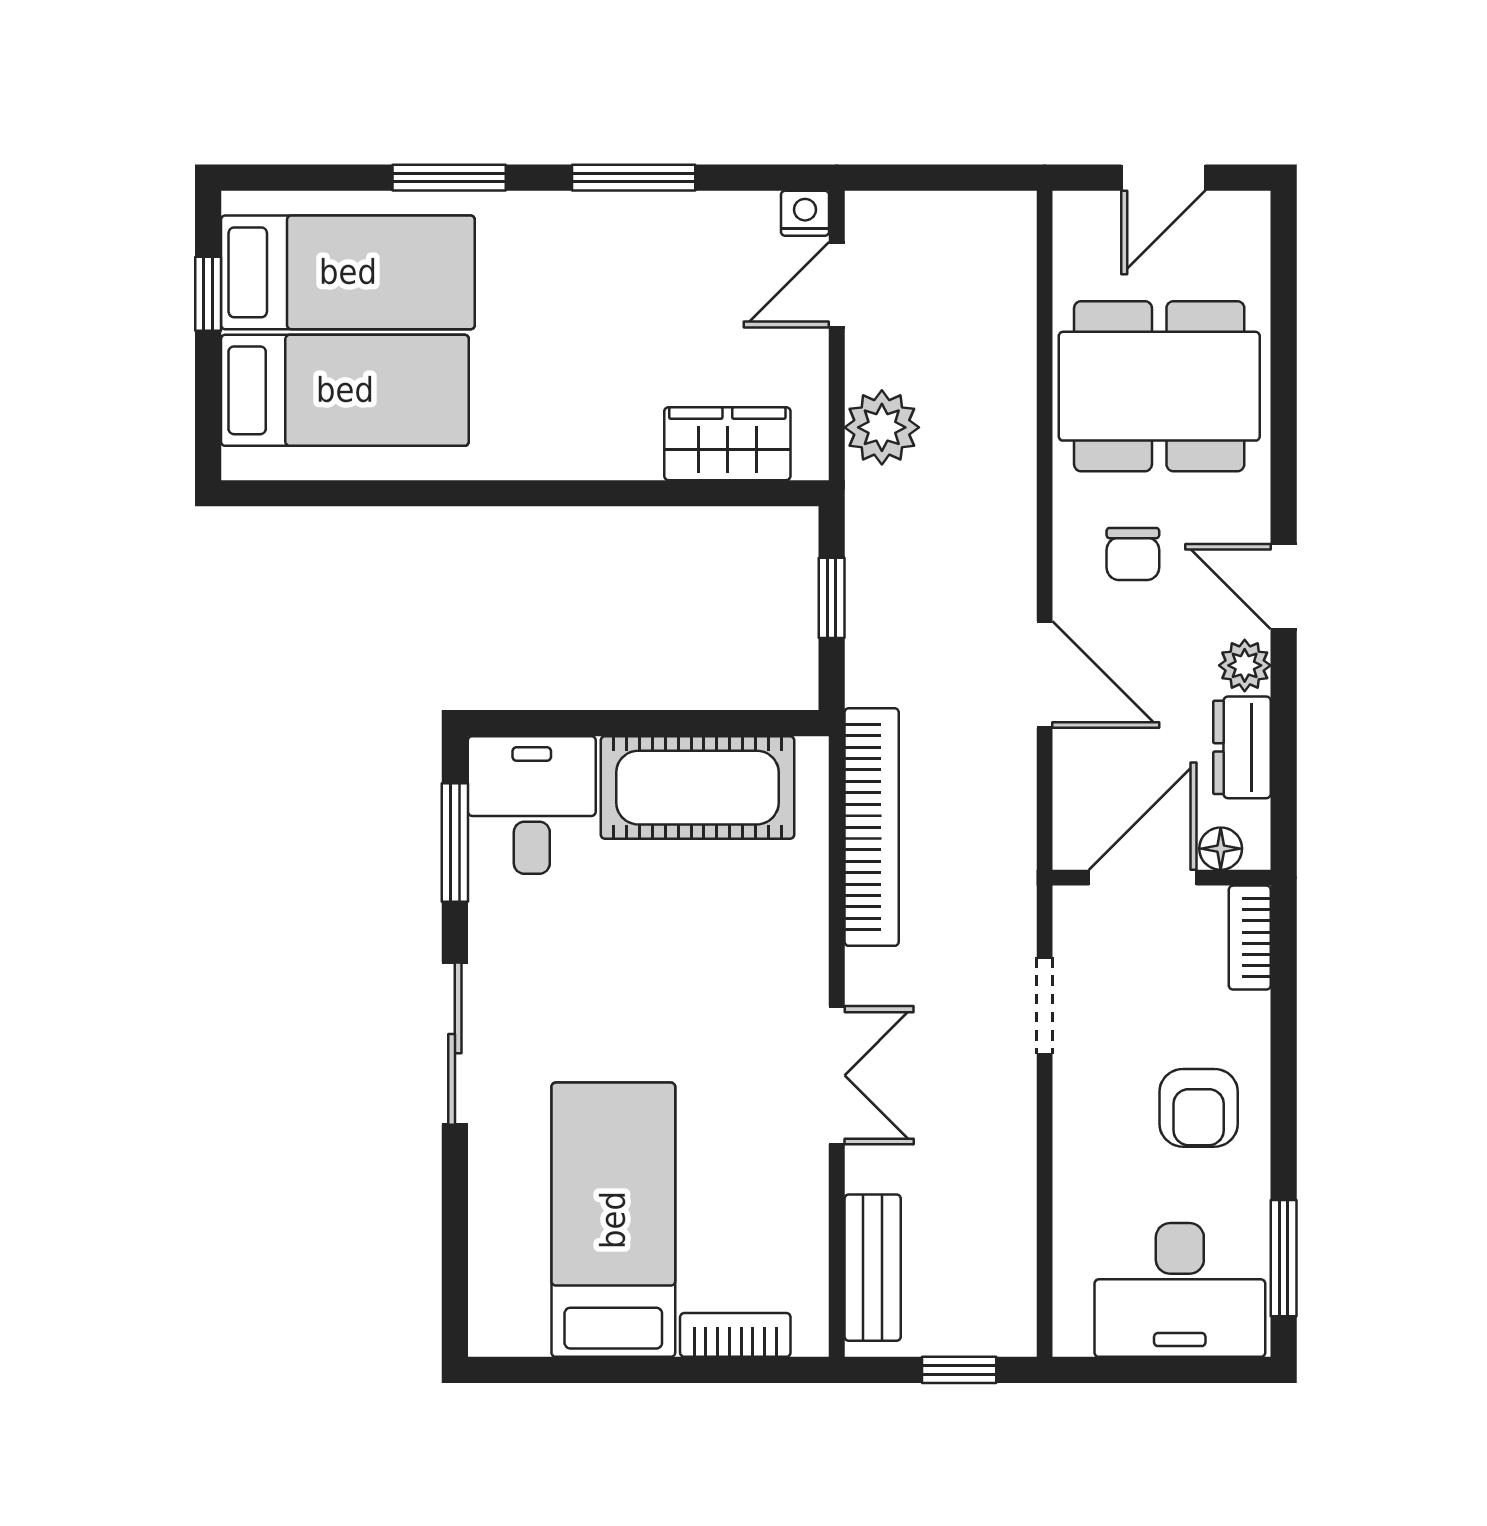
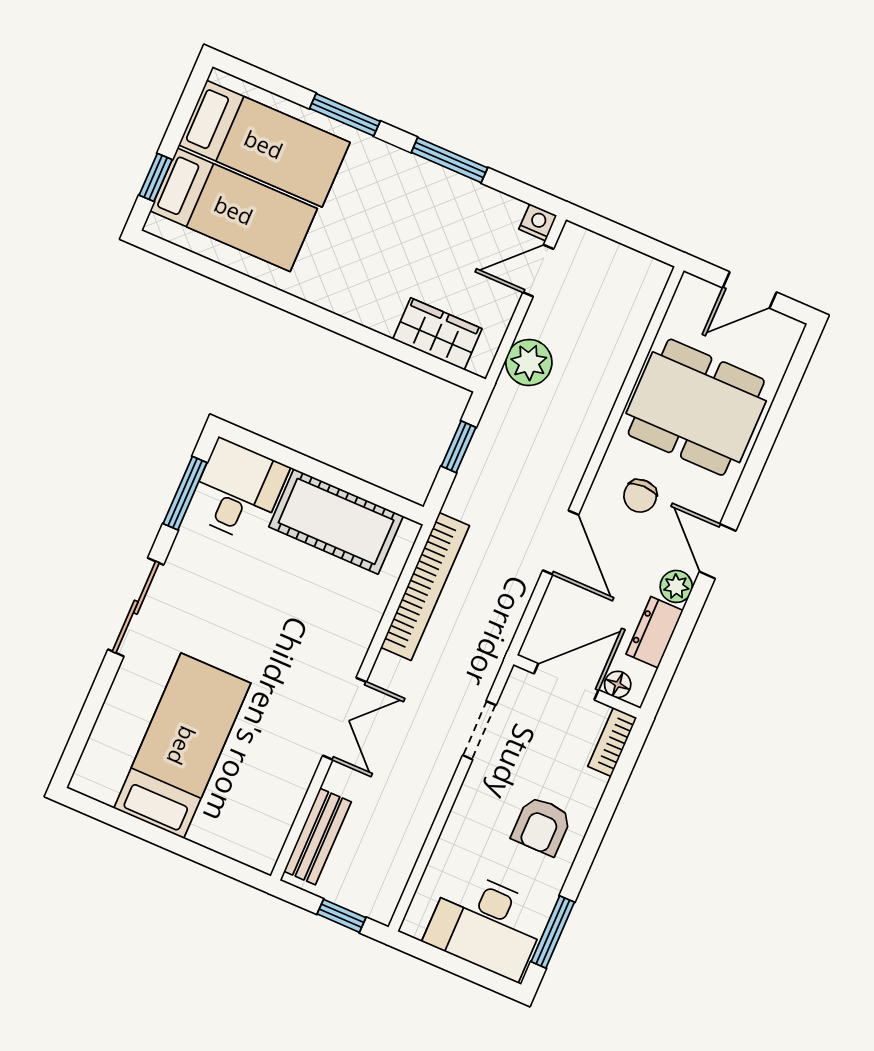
window: (208, 294) -> (156, 177), moved
bookcase: (735, 1335) -> (223, 841), removed

